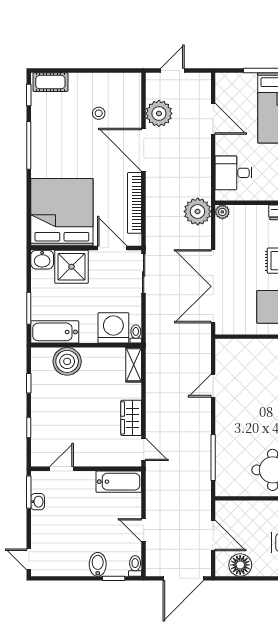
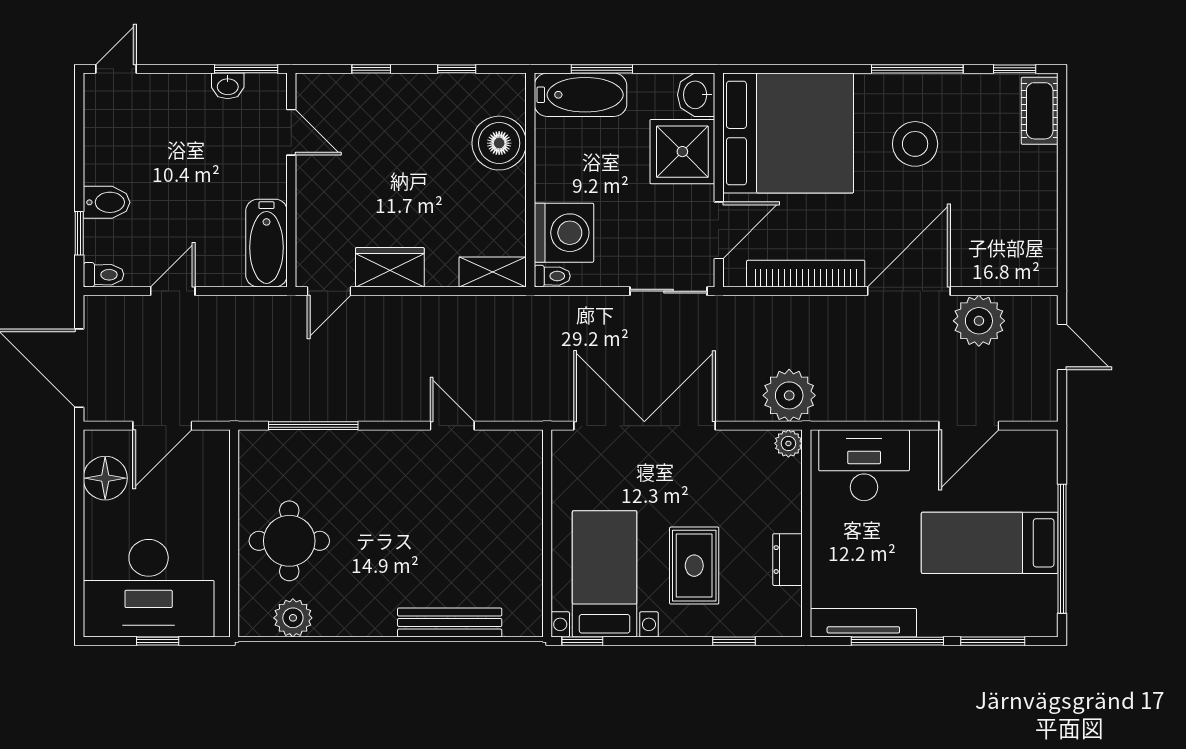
stool: (99, 113) -> (915, 144), moved, width x1.89, depth x1.89
desk: (234, 173) -> (864, 465), width x1.37
bathtub: (55, 332) -> (581, 95), moved, turned 90

